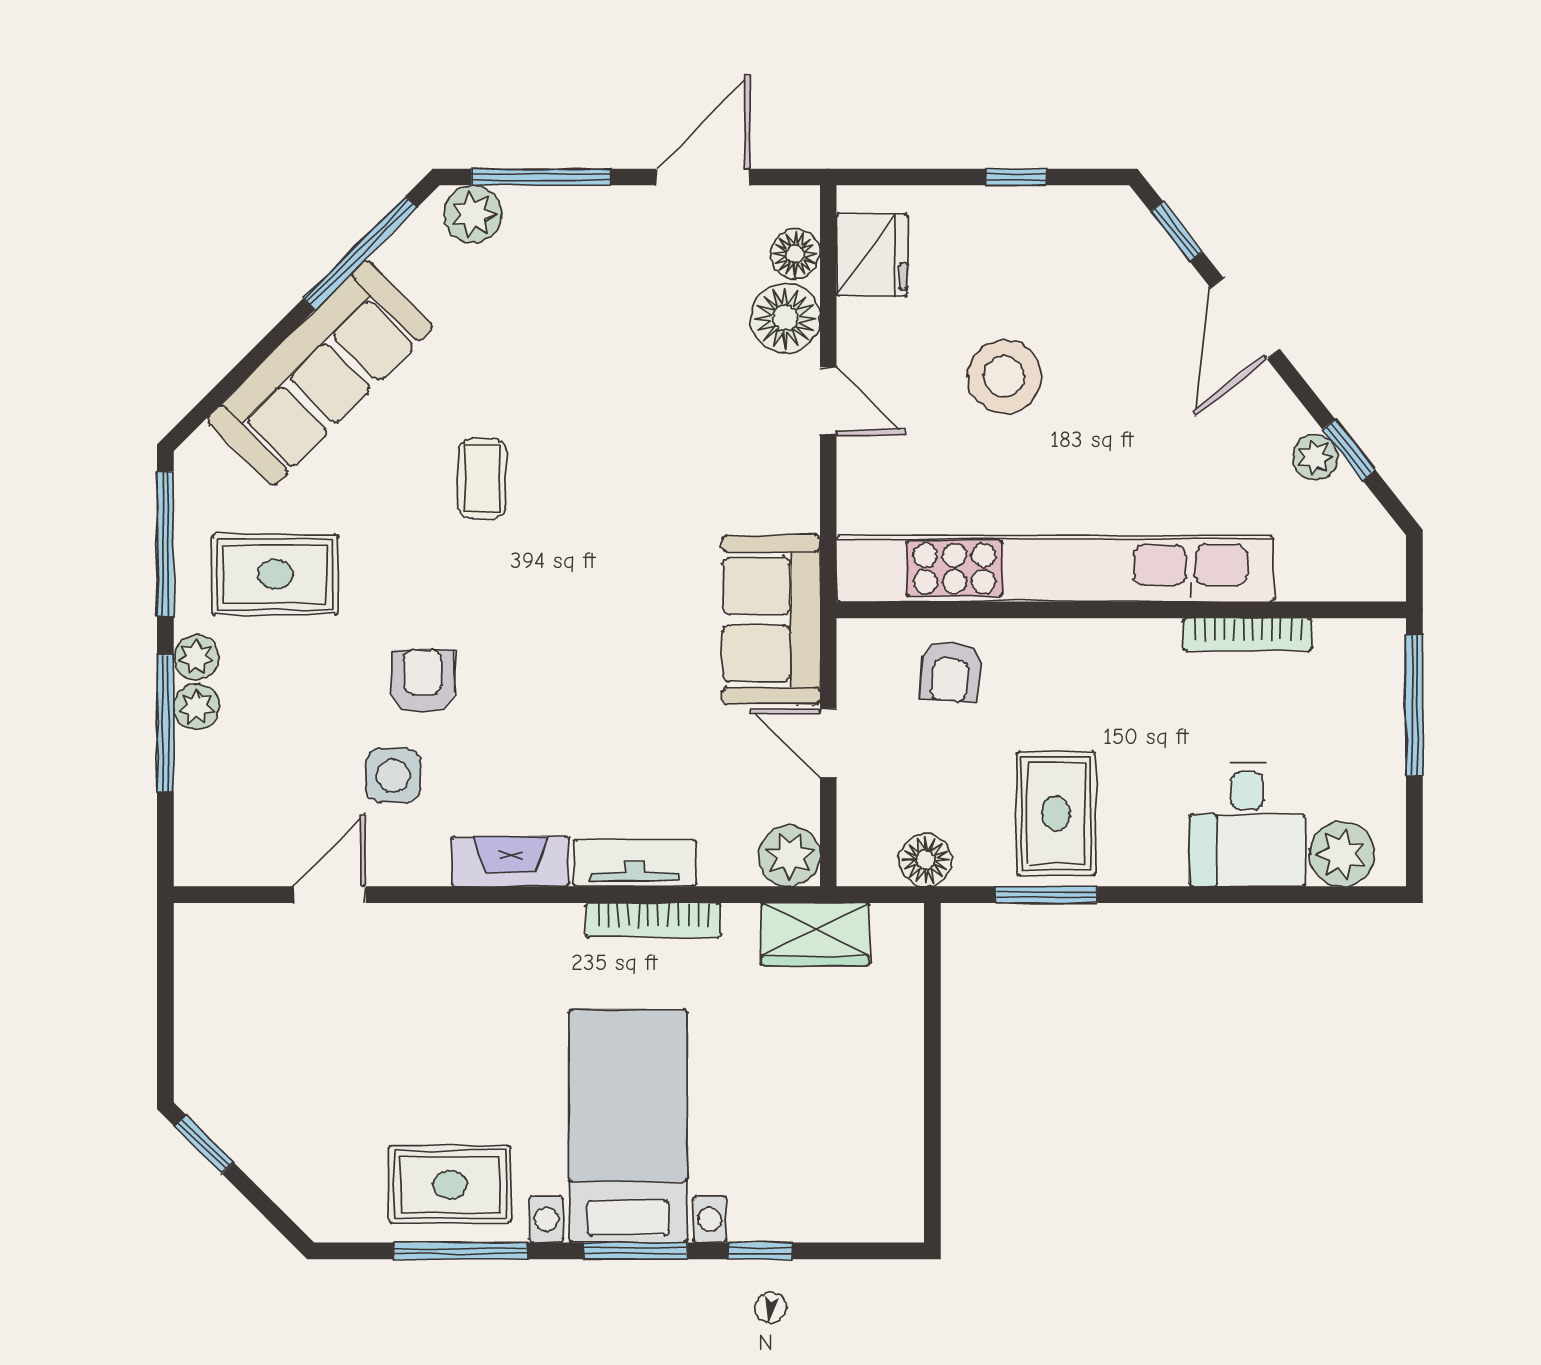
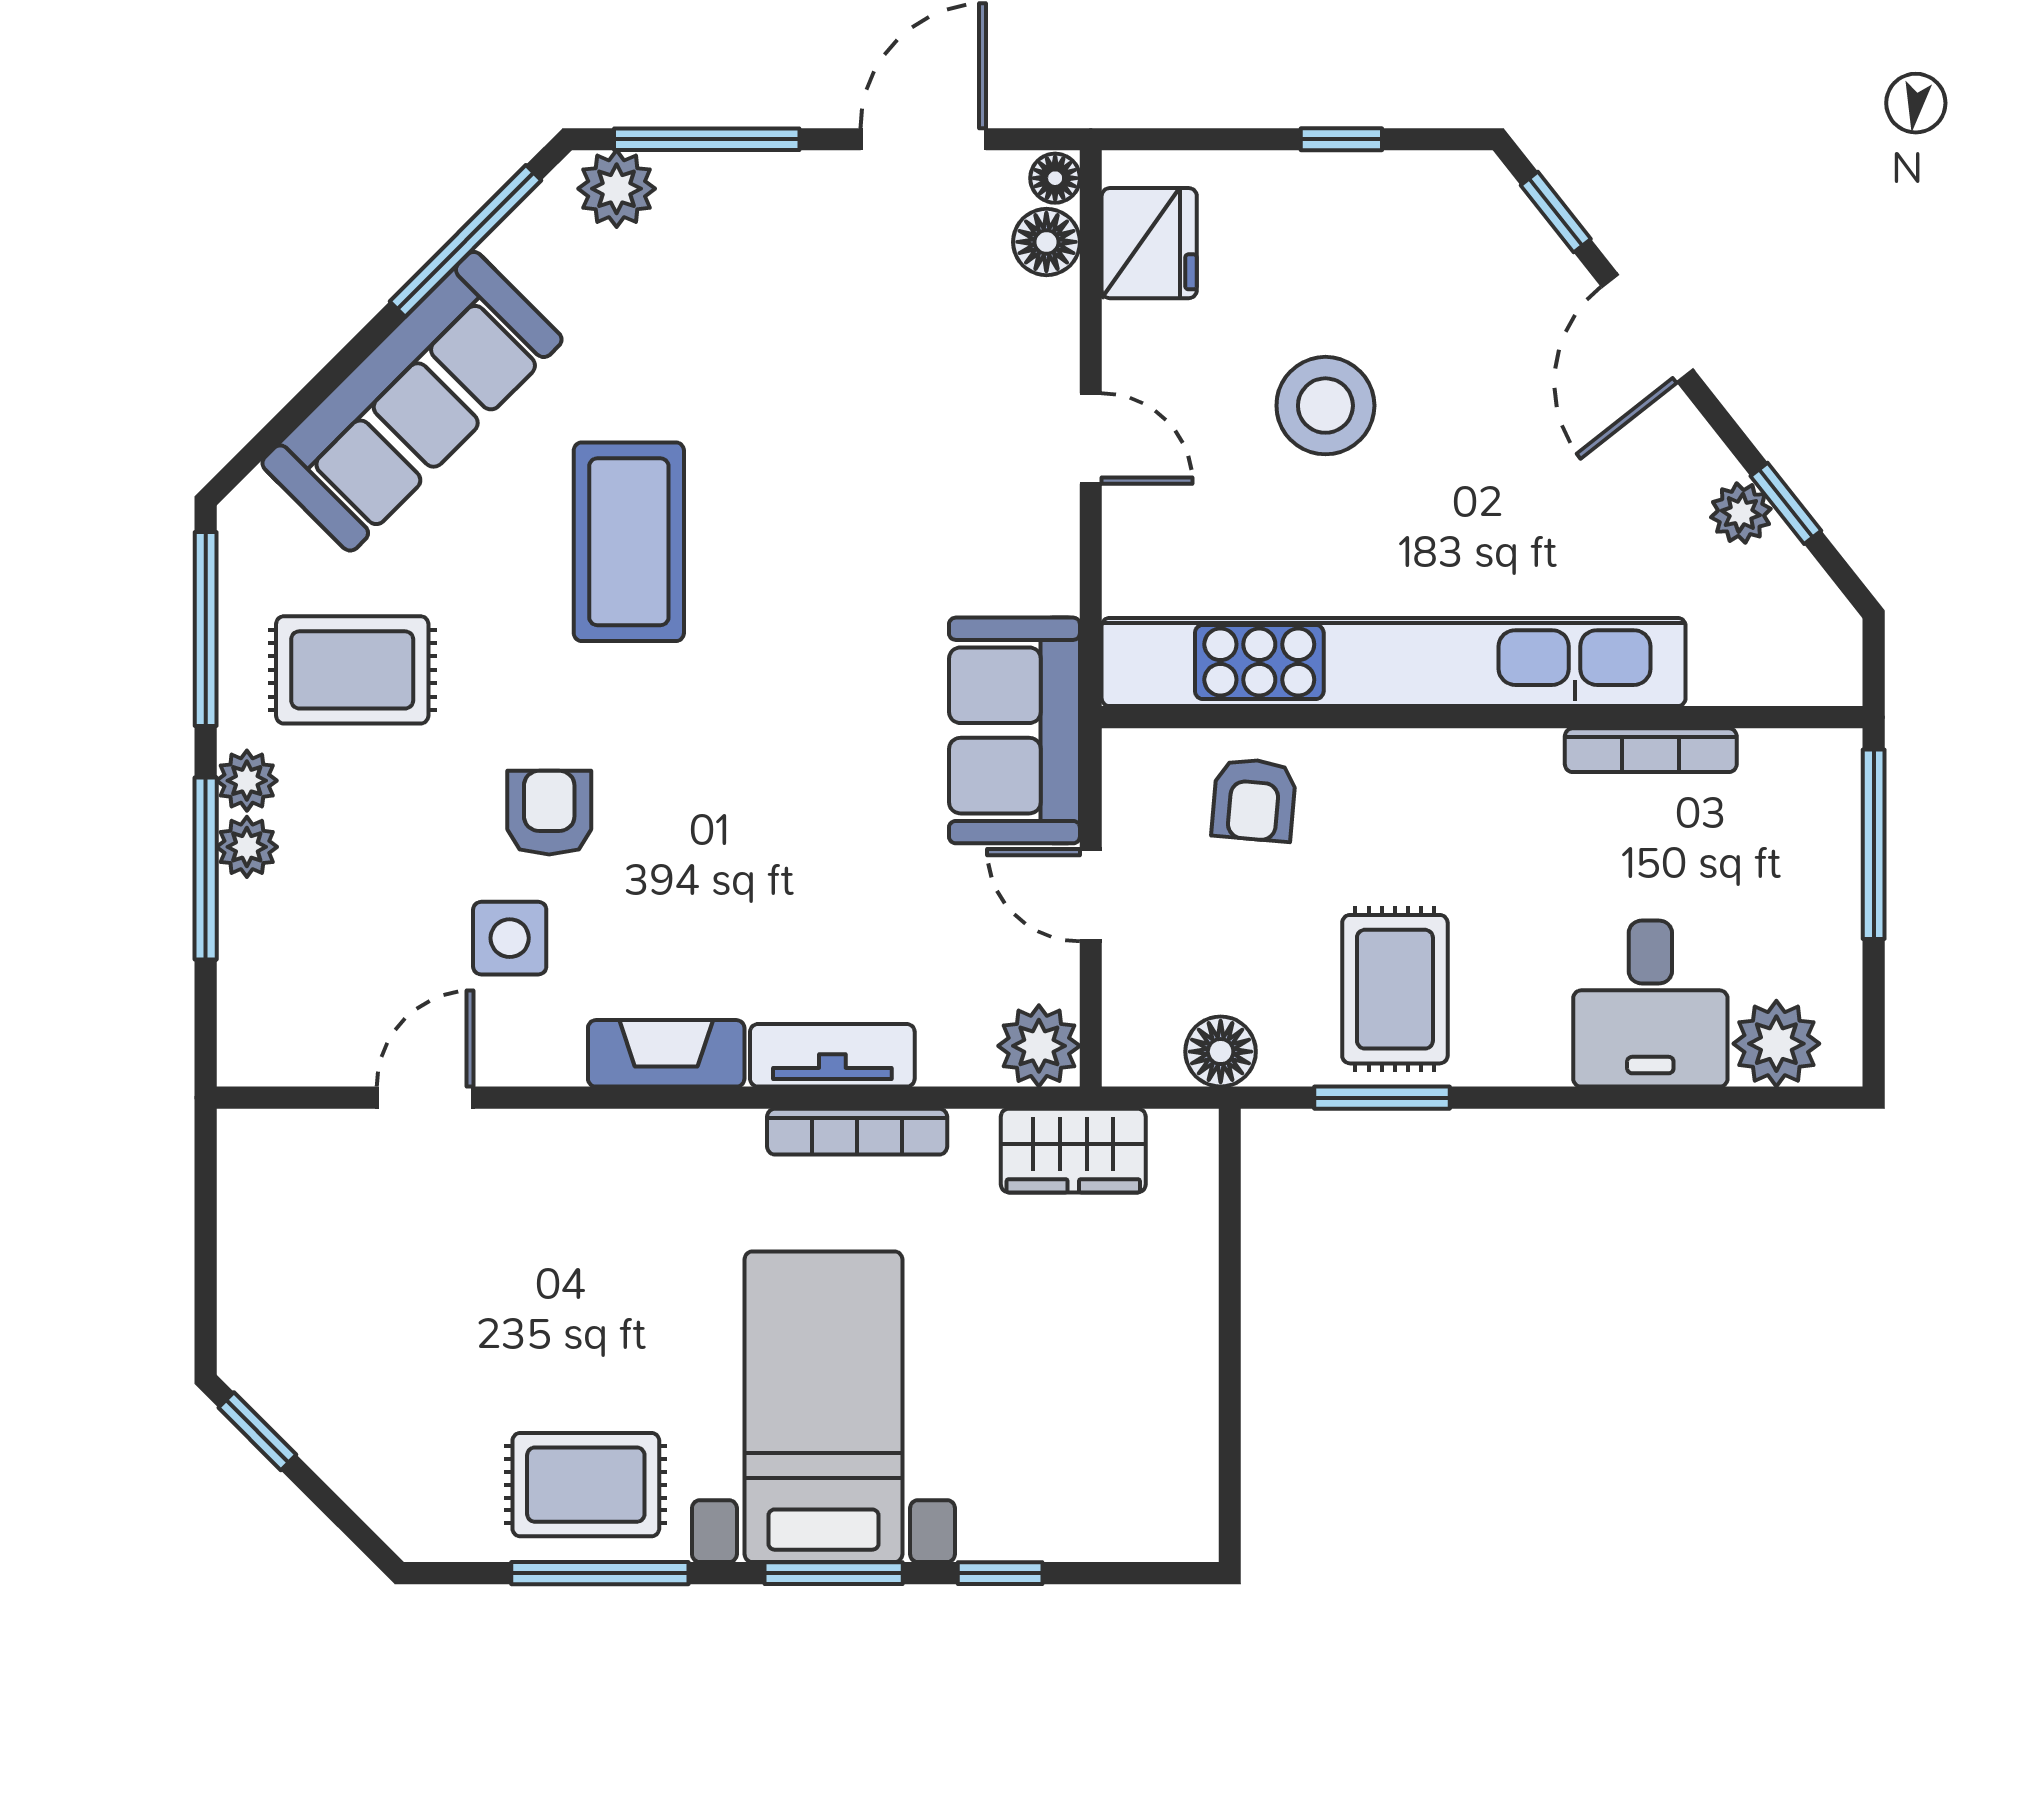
floor lamp: (785, 318) -> (1055, 178), moved, width x0.53, depth x0.53
coffee table: (482, 478) -> (629, 542), width x1.86, depth x1.72

